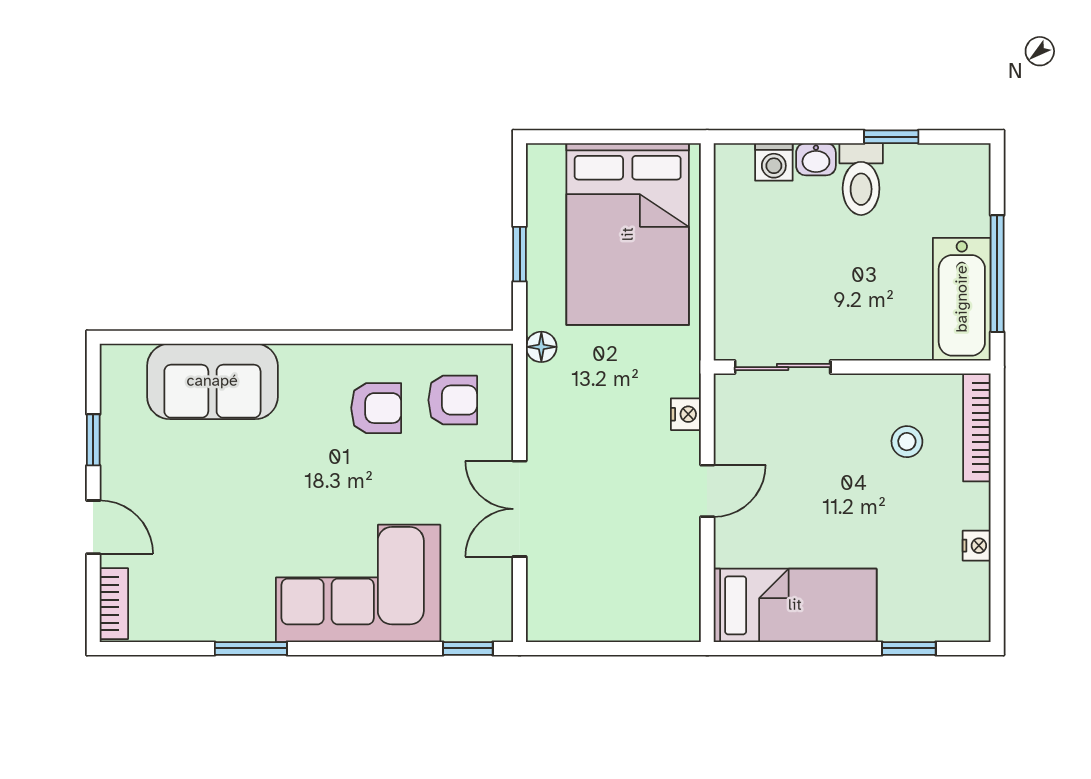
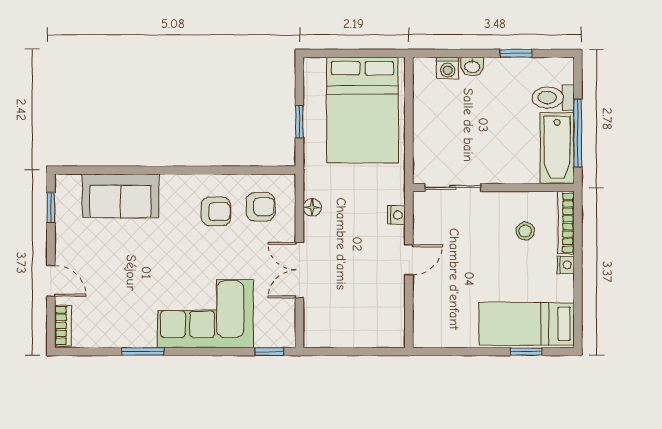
toilet: (861, 179) -> (553, 98), moved, turned 90
floor lamp: (541, 347) -> (312, 207), moved
window: (93, 440) -> (51, 208), moved
nightstand: (977, 546) -> (566, 265), moved
bed: (795, 605) -> (527, 324), moved, turned 180

